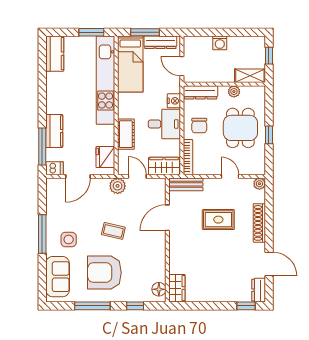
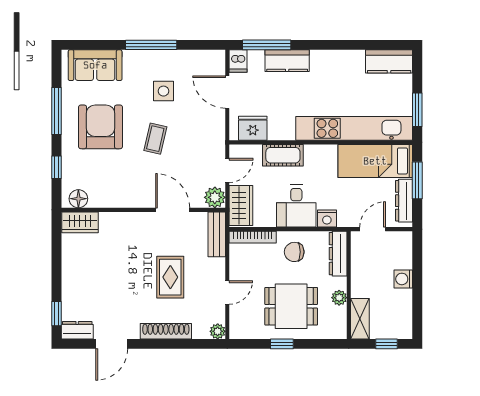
plant: (118, 186) -> (215, 197), moved
side table: (69, 239) -> (163, 91), moved

